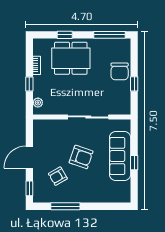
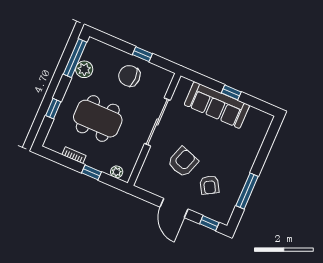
plant: (104, 45) -> (84, 69), added
dining table: (71, 58) -> (98, 119), moved, turned 90
chair: (120, 71) -> (129, 76), moved, turned 180
armchair: (81, 157) -> (183, 162), moved

